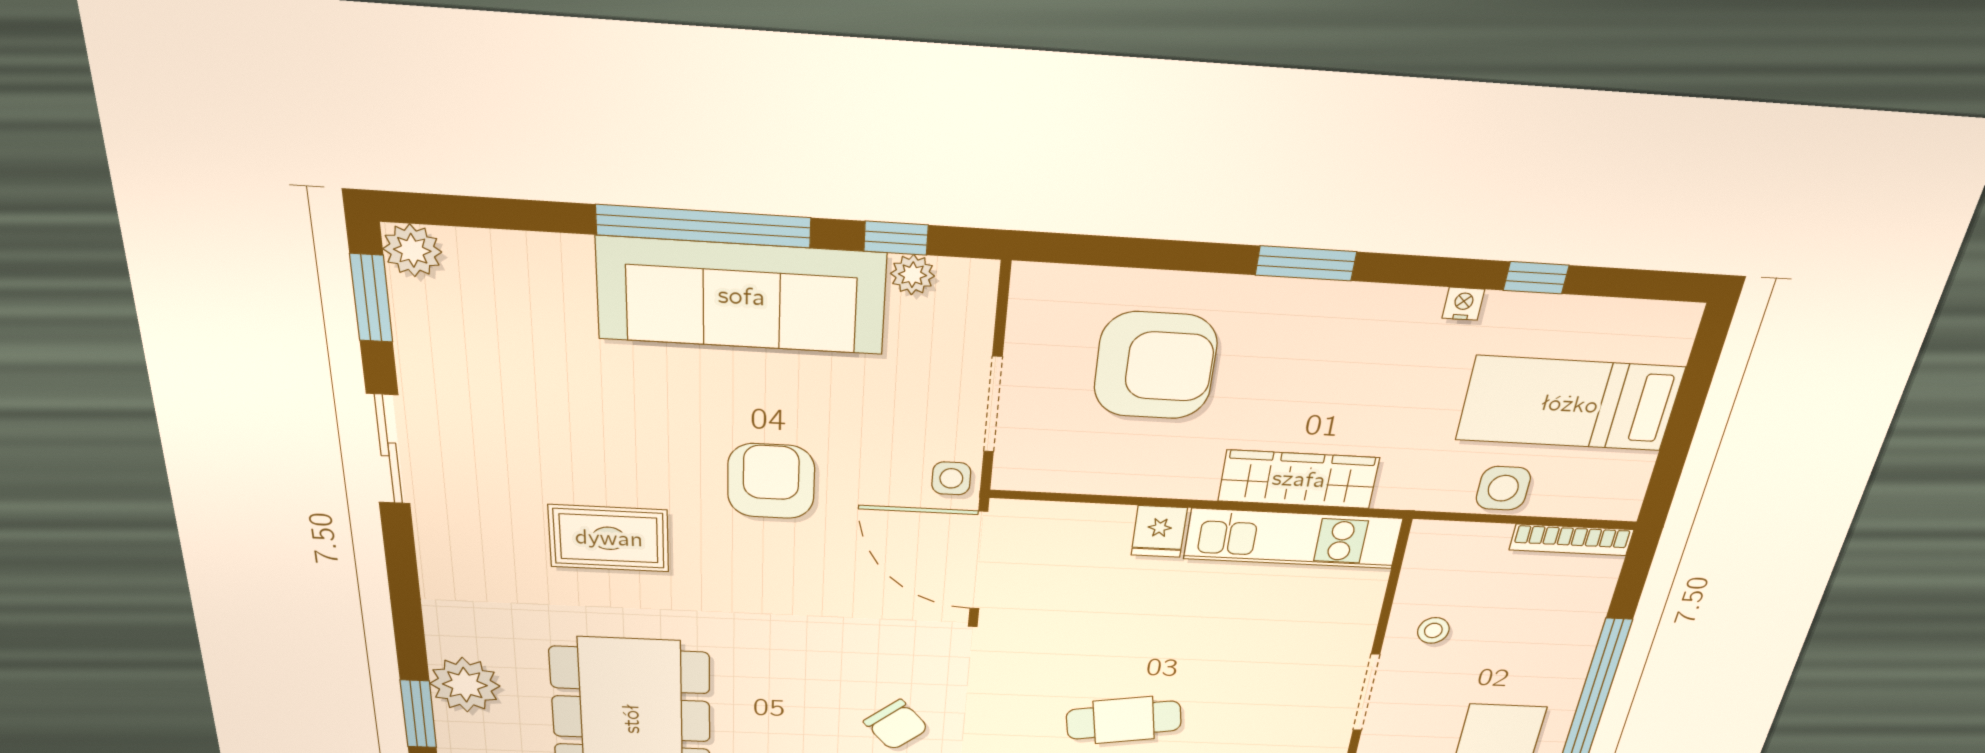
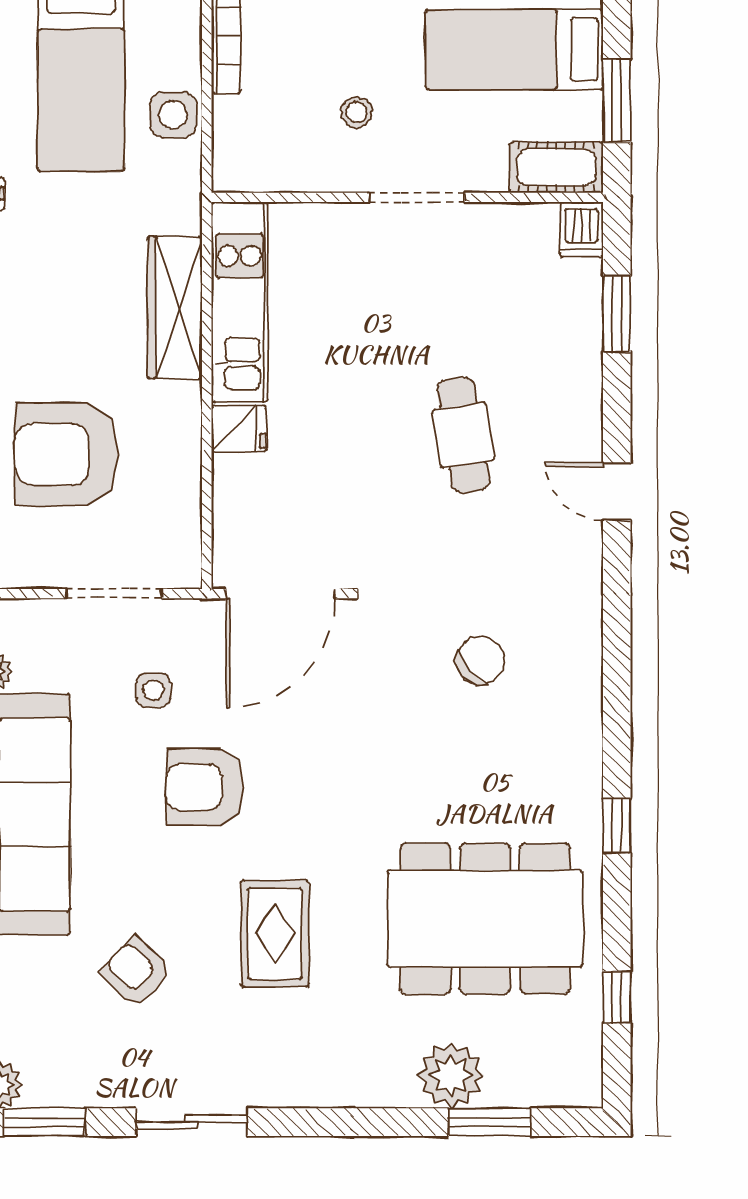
armchair: (1155, 366) -> (66, 454), turned -90
armchair: (559, 404) -> (136, 972), added
side table: (951, 478) -> (153, 690), moved
stool: (1433, 630) -> (357, 112), moved

